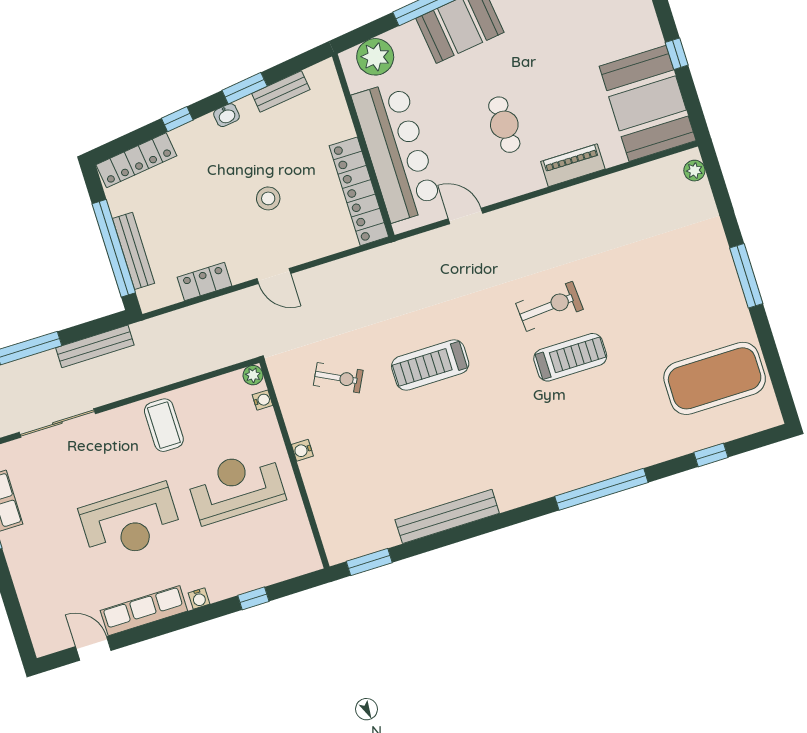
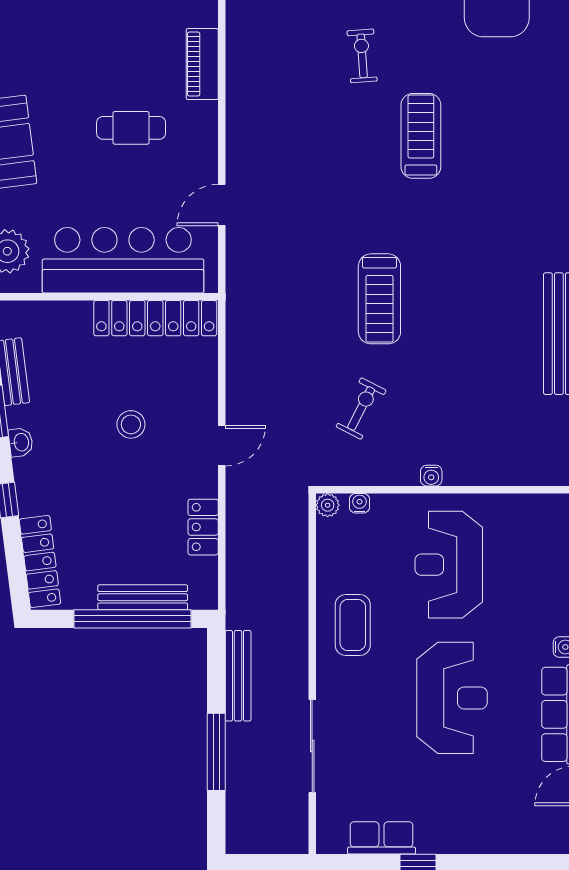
exercise bike: (549, 306) -> (362, 56), moved, width x0.73, depth x0.72
coffee table: (164, 425) -> (353, 625), turned 90

